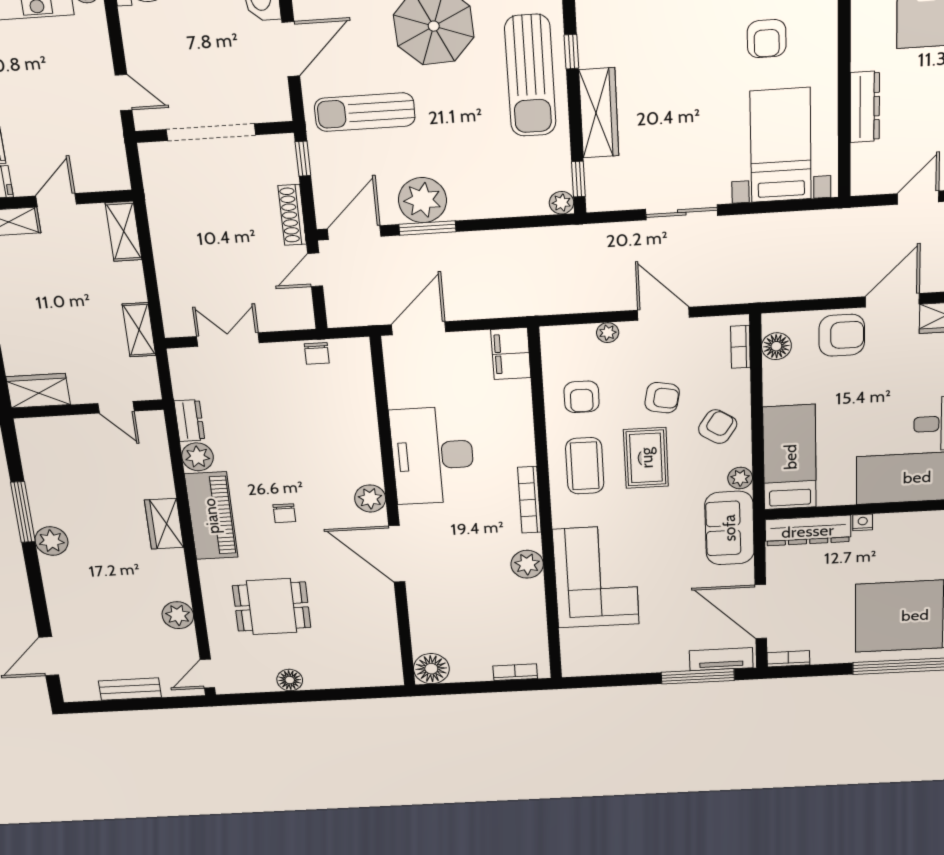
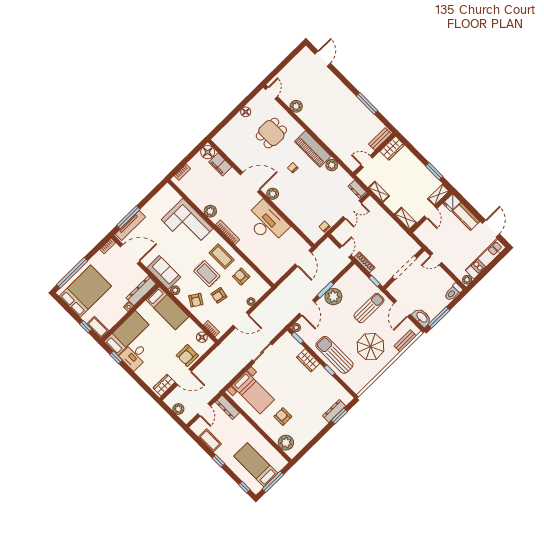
dresser: (865, 107) -> (227, 407), moved
wardrobe: (599, 113) -> (308, 360), width x0.67
door: (354, 233) -> (307, 308), moved
door: (892, 300) -> (183, 377), hinge flipped
filing cabinet: (511, 354) -> (220, 164), moved, turned 180
dresser: (189, 421) -> (357, 189), moved
wardrobe: (164, 524) -> (324, 134), removed
plant: (51, 541) -> (352, 100), removed
tv unit: (721, 659) -> (130, 225), width x1.41
bench: (130, 689) -> (380, 139), moved

